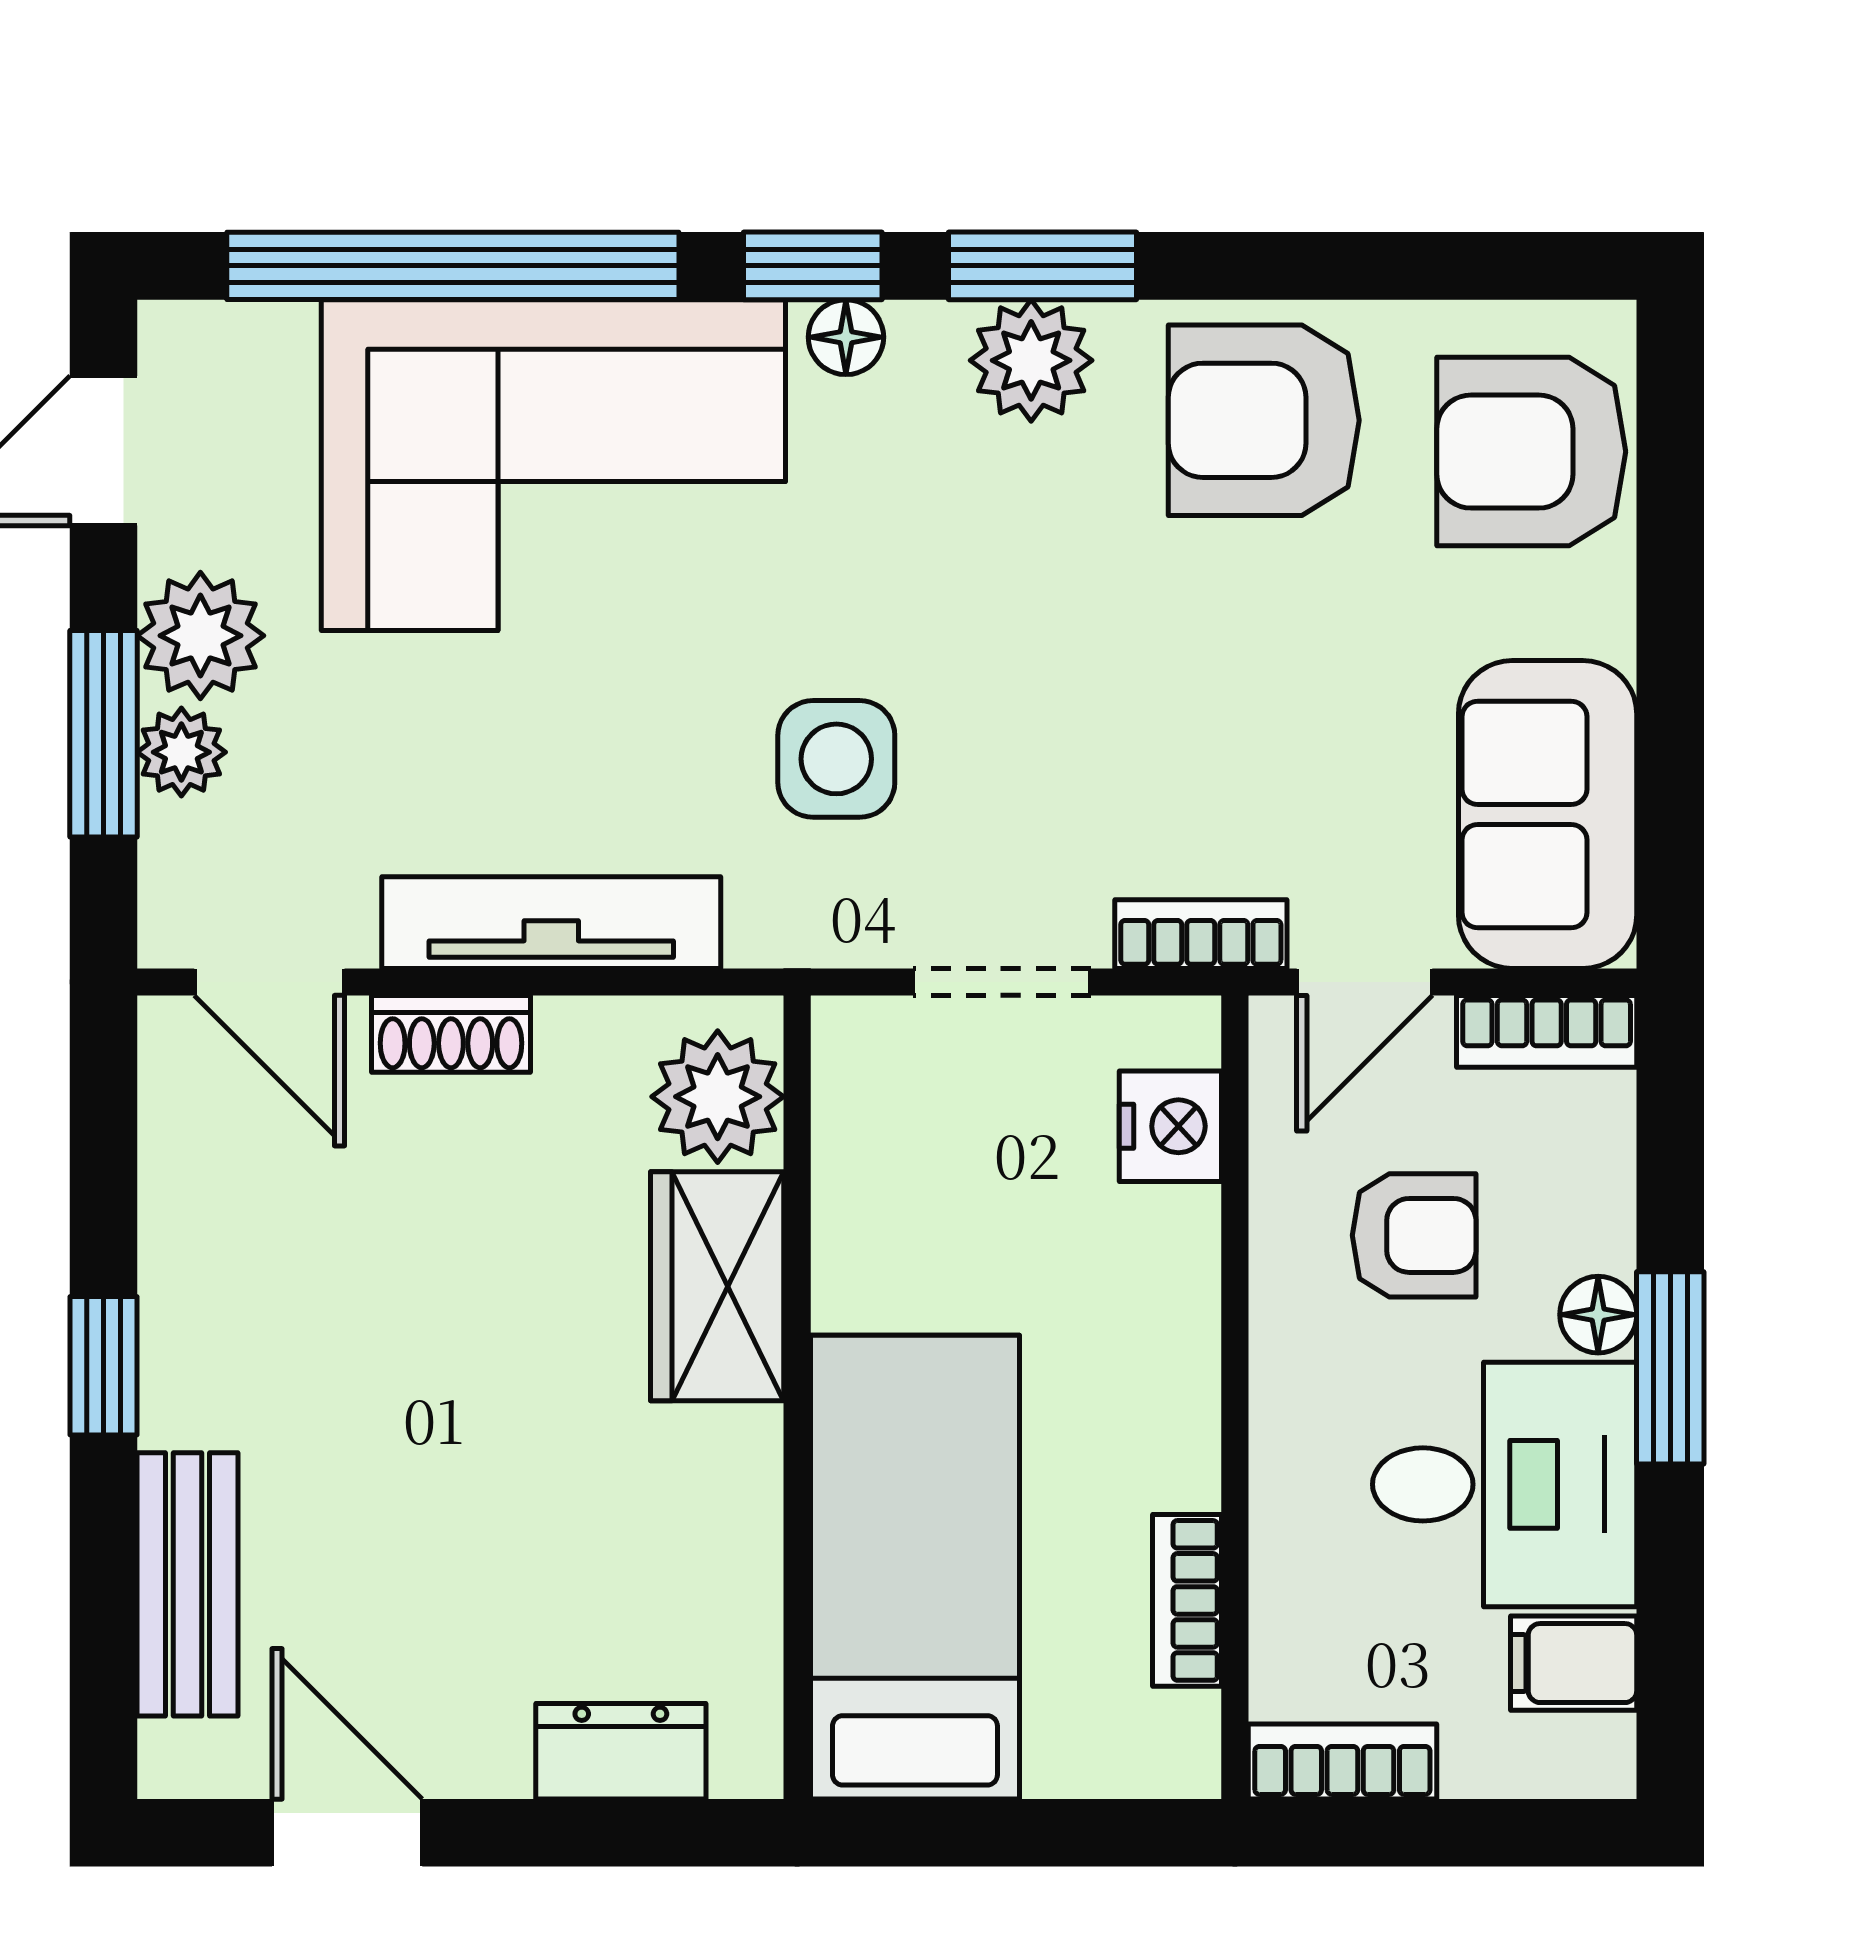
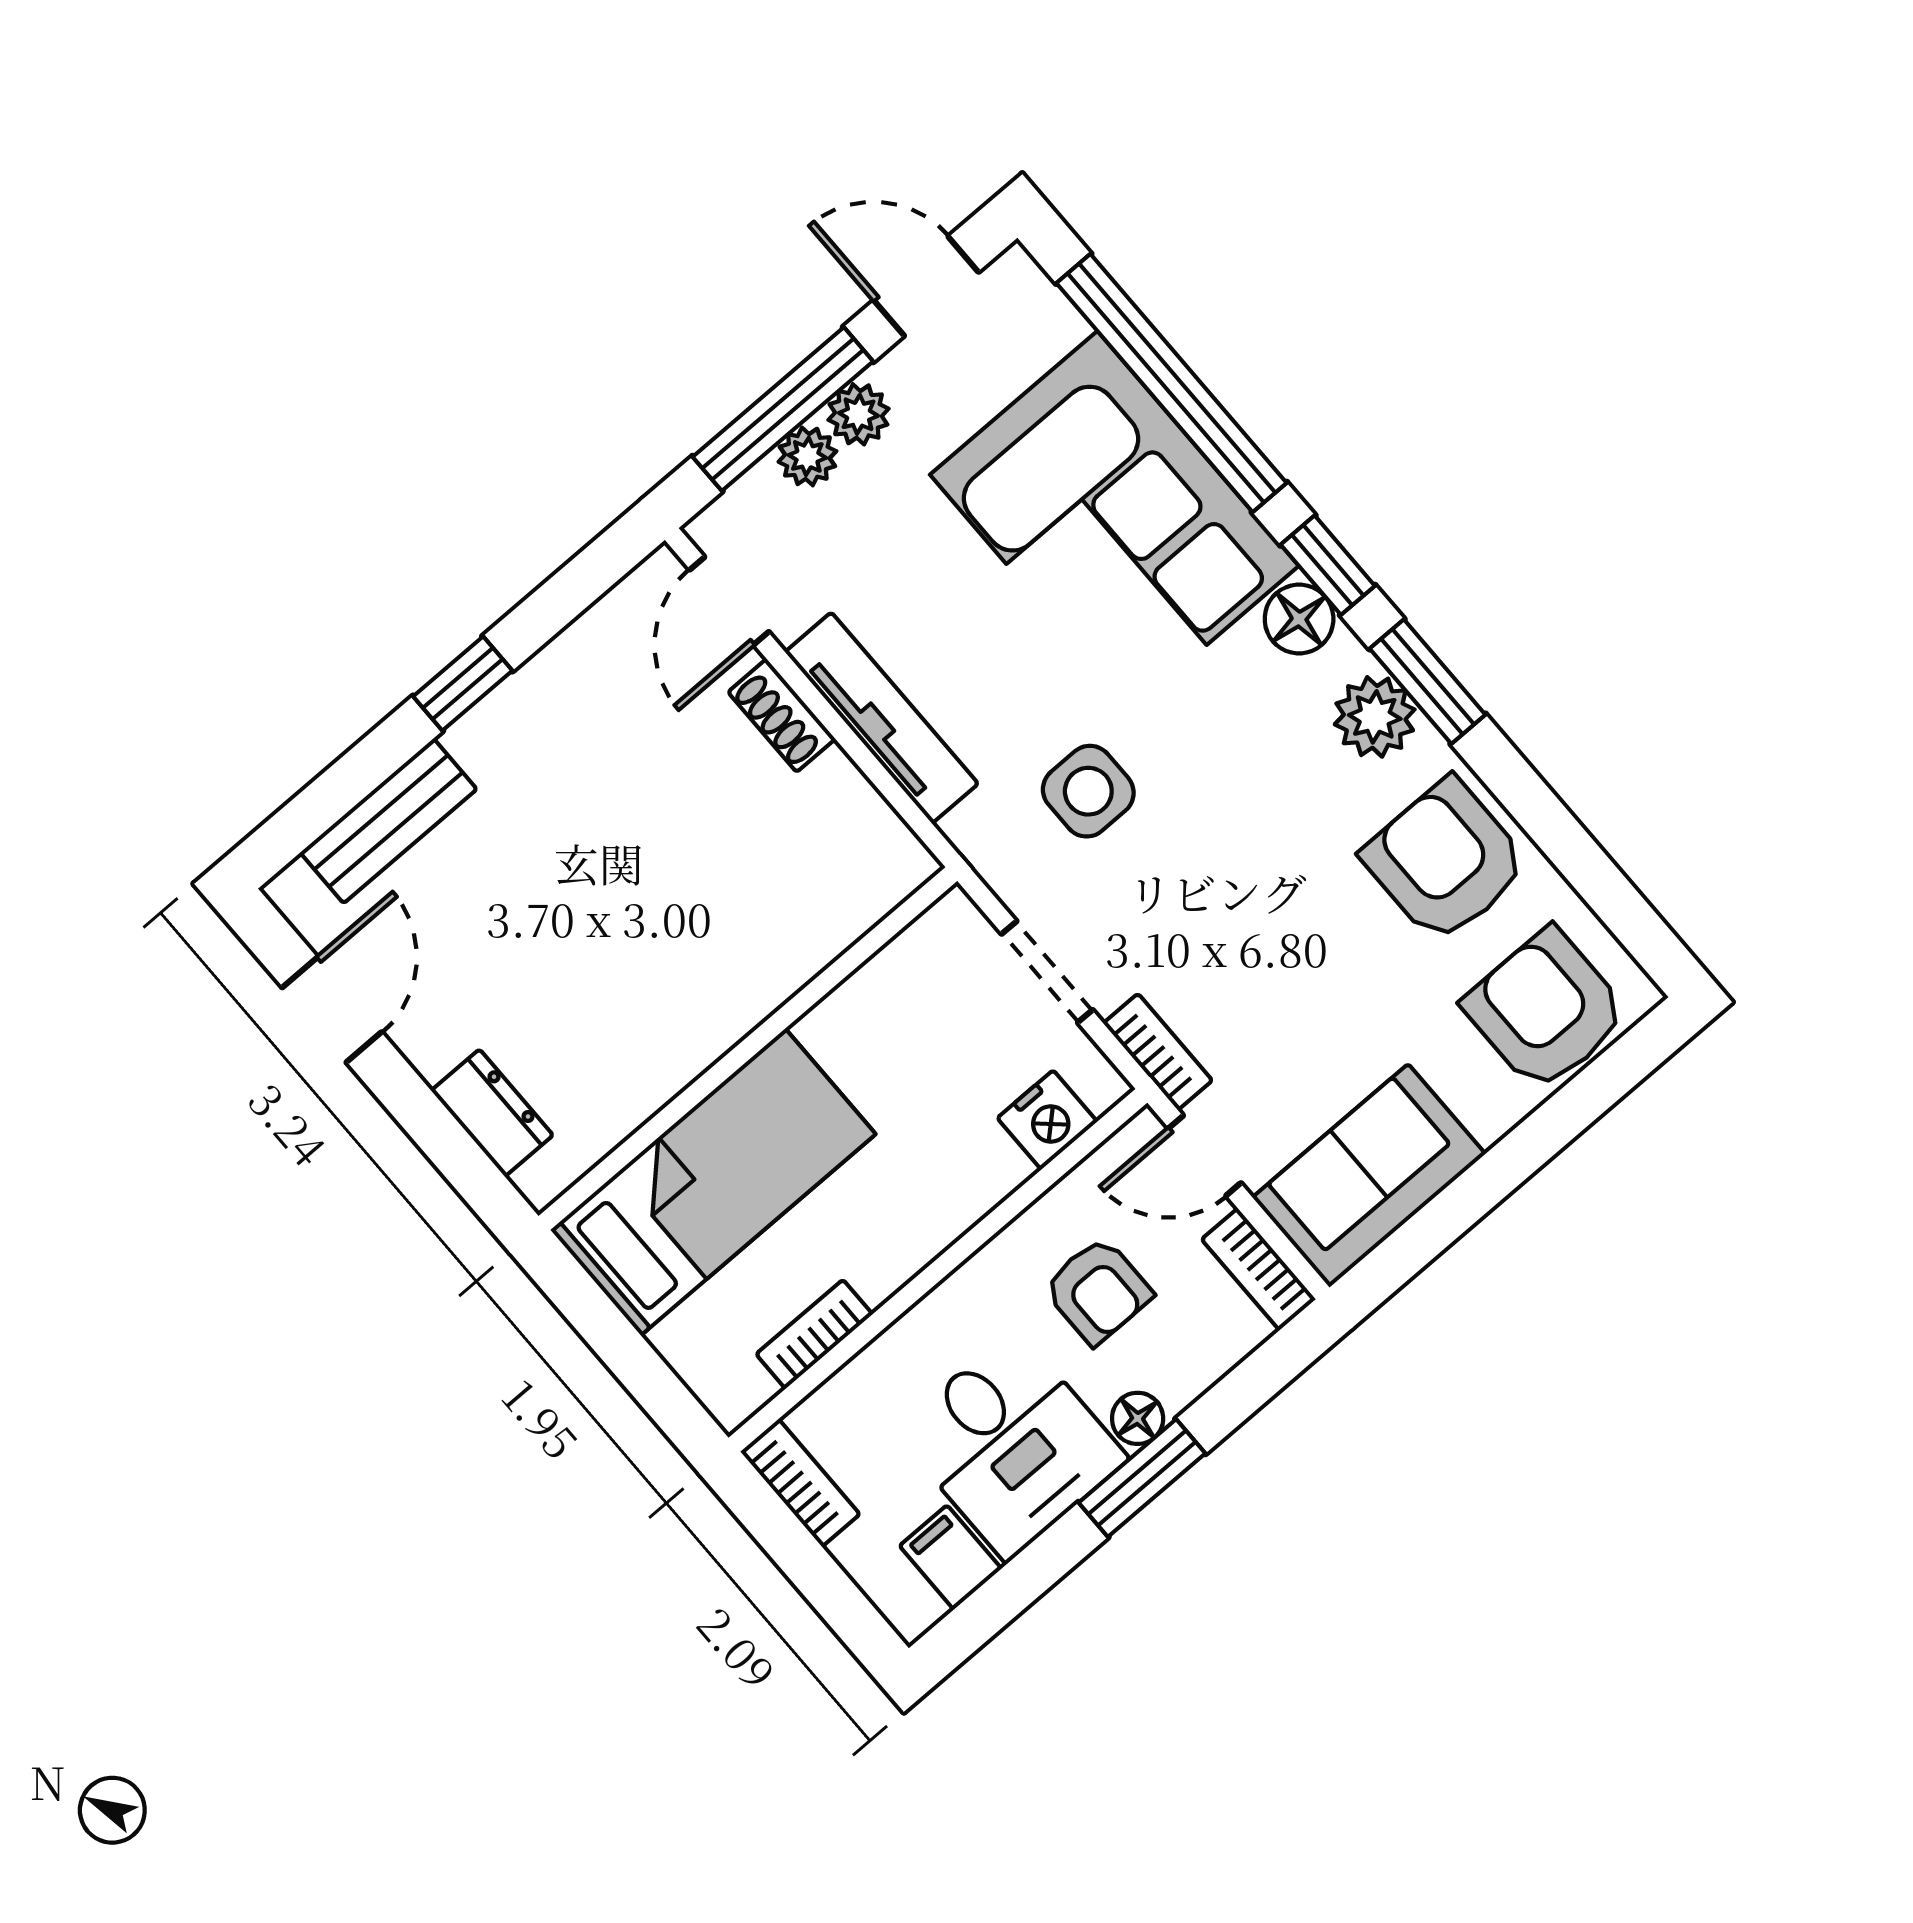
floor lamp: (846, 337) -> (1299, 619), width x1.37, depth x1.37
plant: (200, 636) -> (858, 414), width x0.73, depth x0.73
window: (103, 734) -> (783, 409), width x1.44
plant: (718, 1097) -> (866, 878), removed
wardrobe: (717, 1286) -> (769, 960), removed

